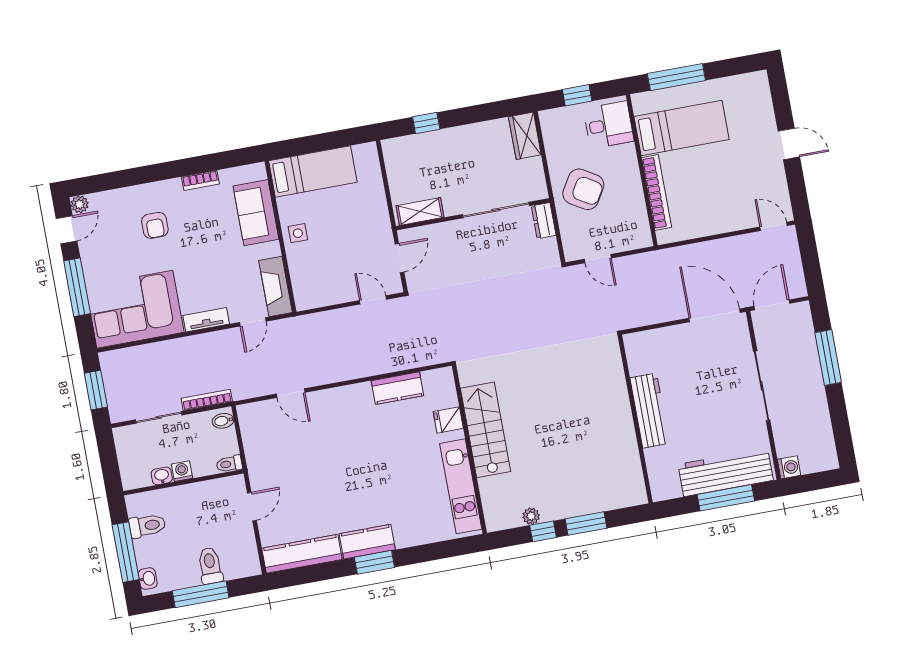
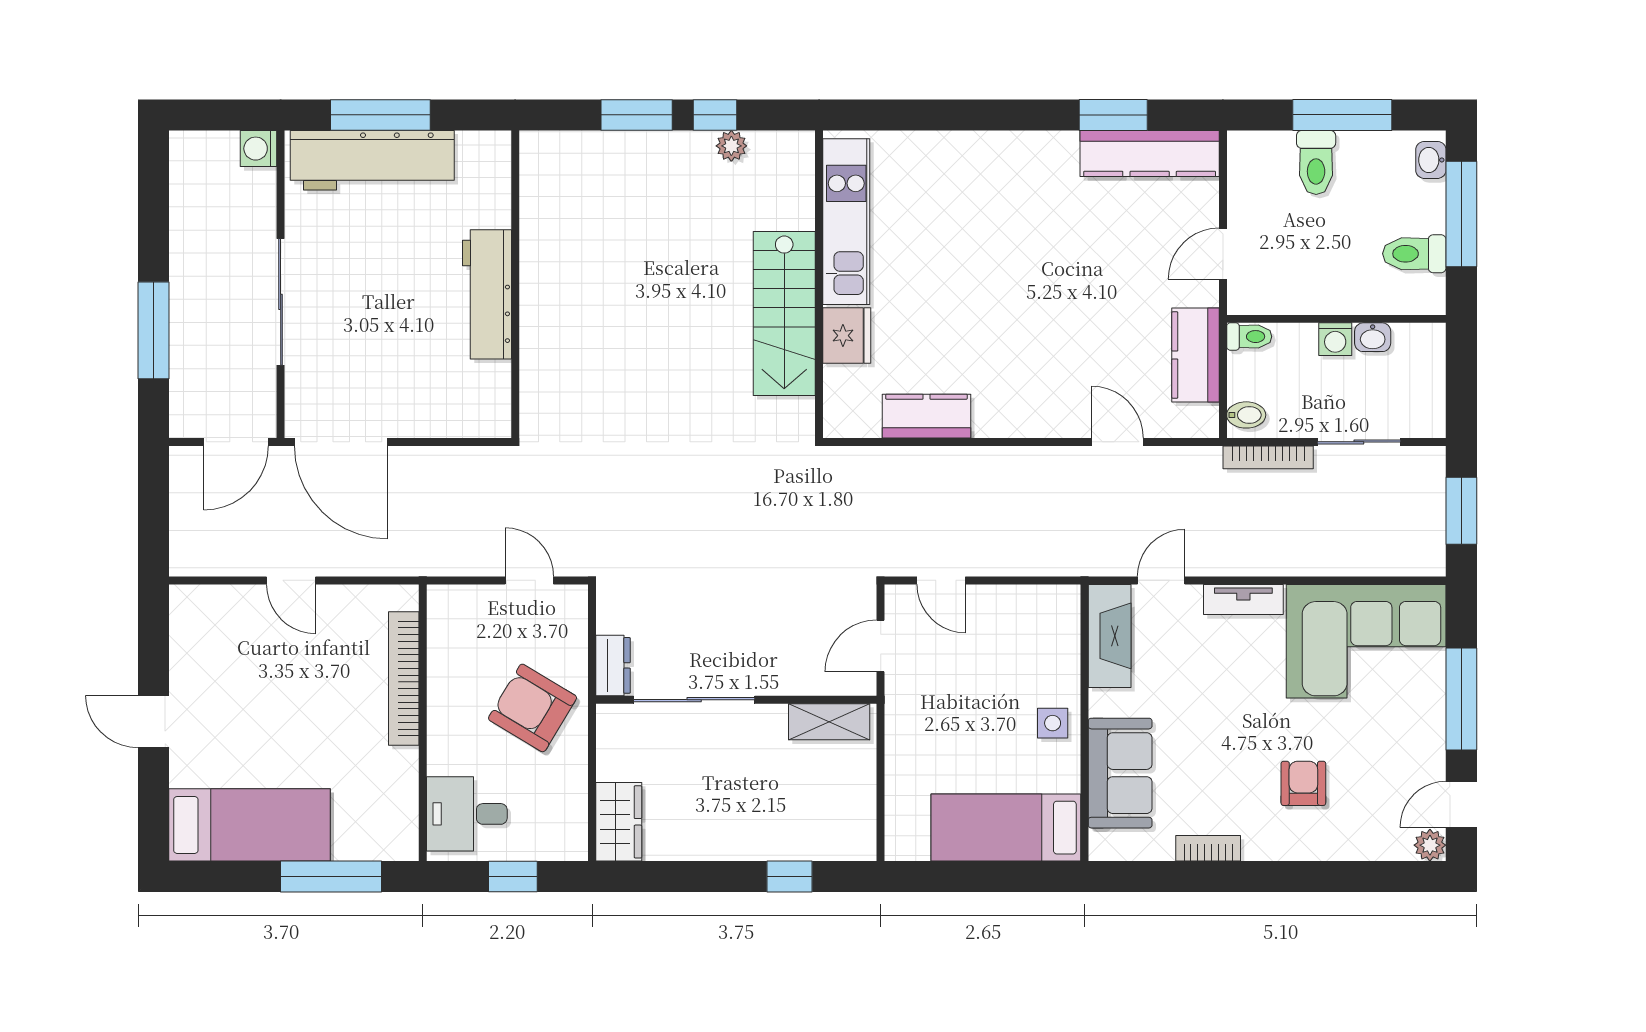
bed: (682, 128) -> (250, 825), moved, turned 180
door: (774, 226) -> (291, 580), moved
fridge: (448, 420) -> (847, 336), width x1.38
kitchen counter: (367, 542) -> (1196, 355), moved, turned 90
window: (374, 562) -> (1113, 115), moved

